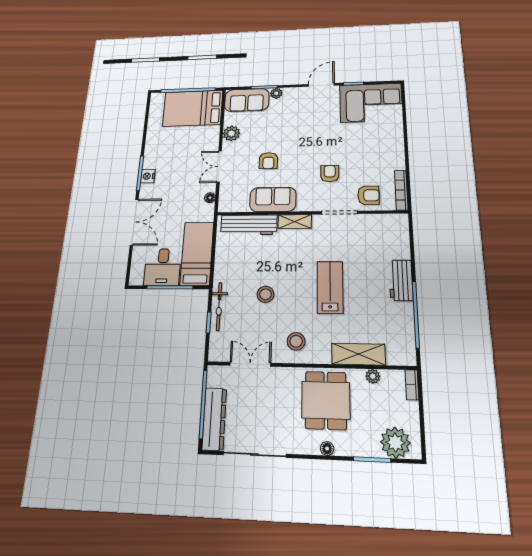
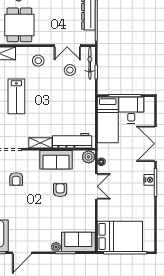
plant: (231, 133) -> (89, 157), moved
stool: (265, 294) -> (70, 70), moved
bicycle: (219, 306) -> (90, 63), moved

